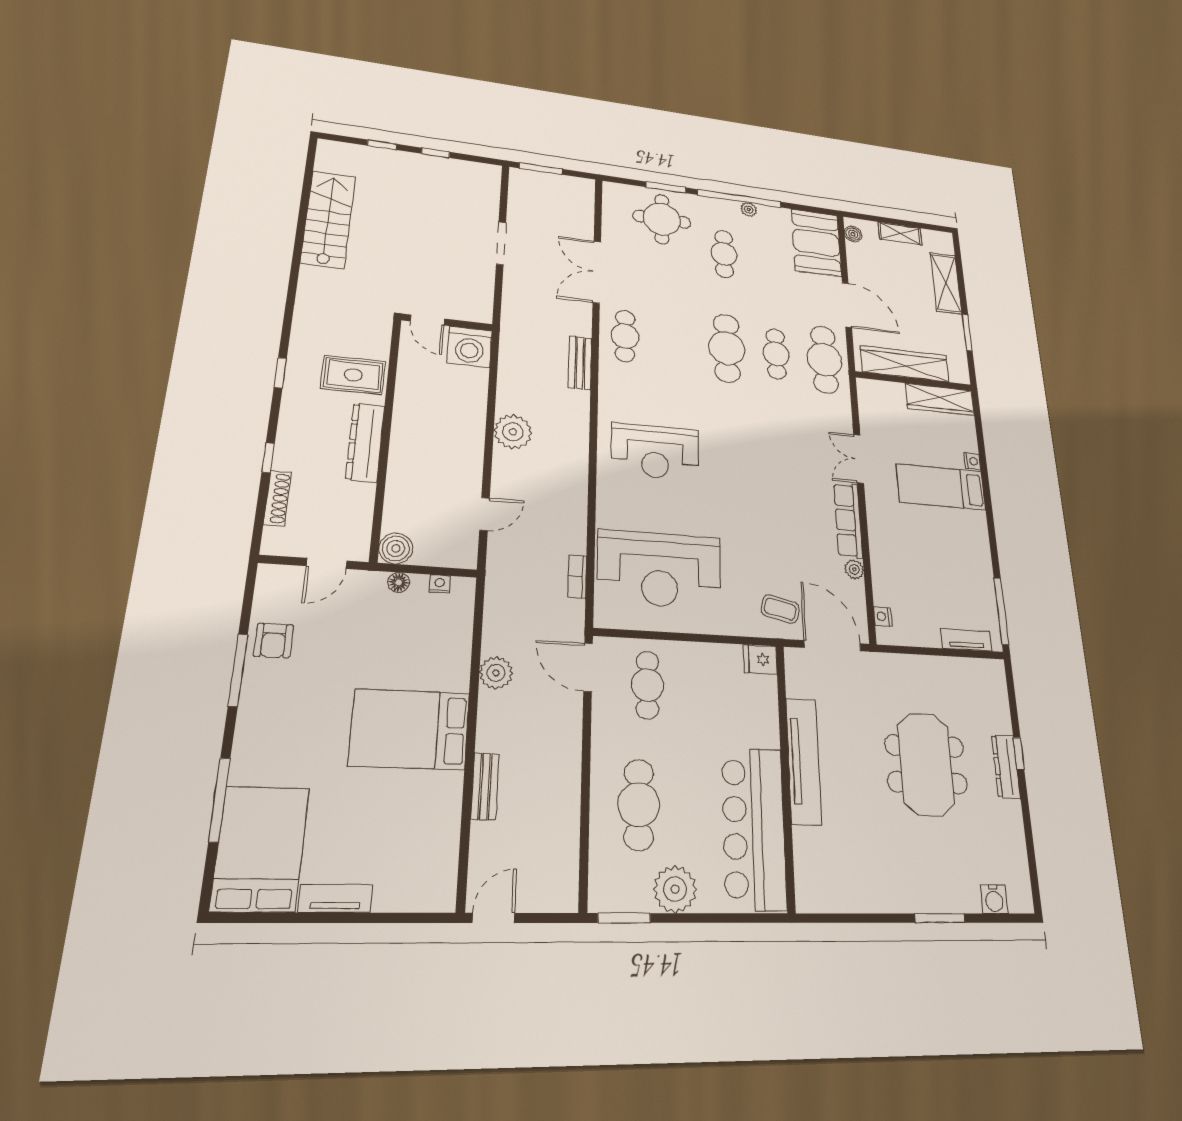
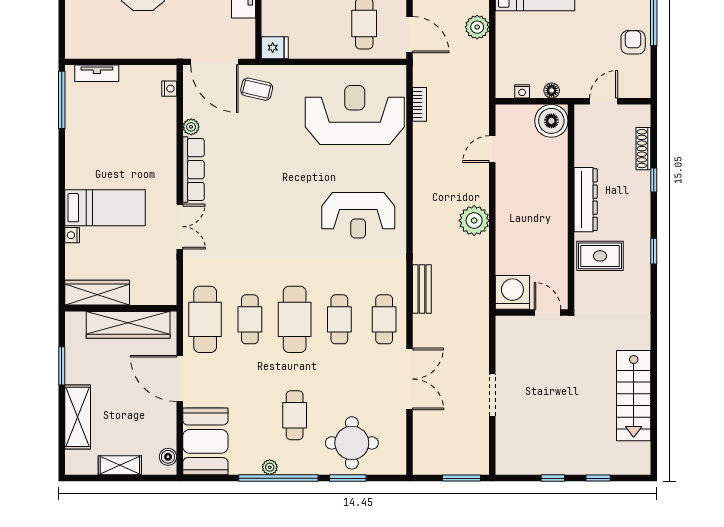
cafe table: (676, 342) -> (339, 319), added
reception desk: (655, 452) -> (358, 215), turned 180
boiler: (396, 548) -> (551, 121), width x1.37, depth x1.37

